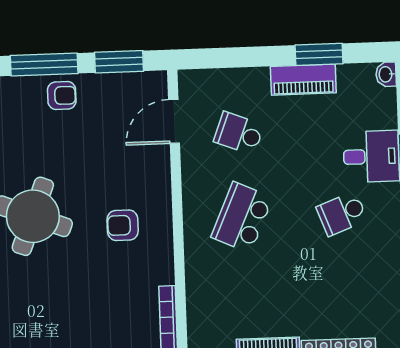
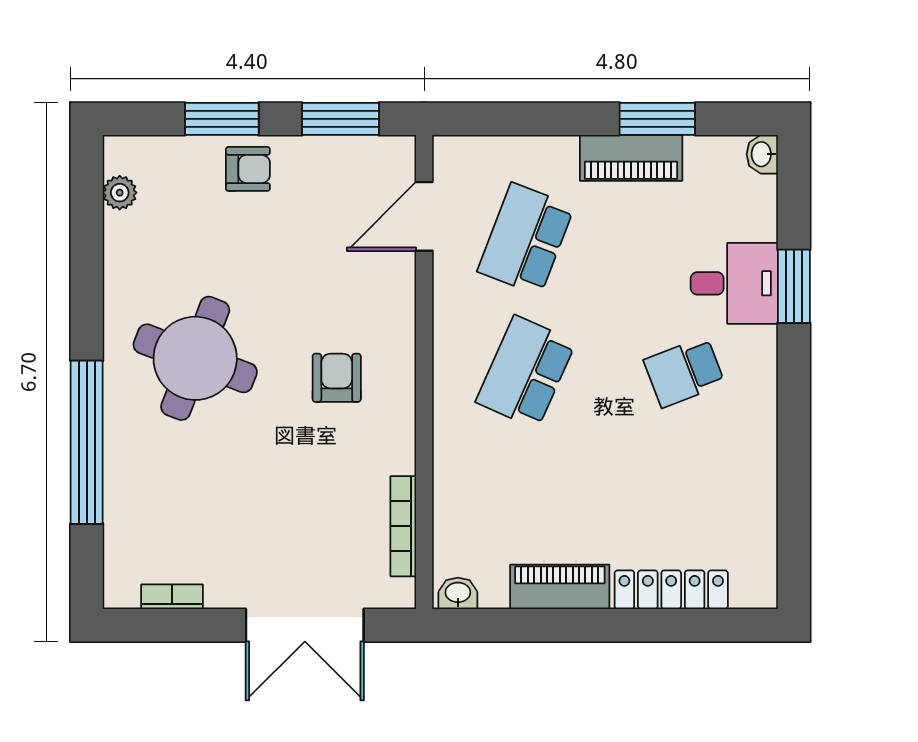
window: (44, 64) -> (222, 119), width x0.69
school desk: (239, 133) -> (526, 239), width x1.85
armchair: (123, 225) -> (337, 378), turned 90

